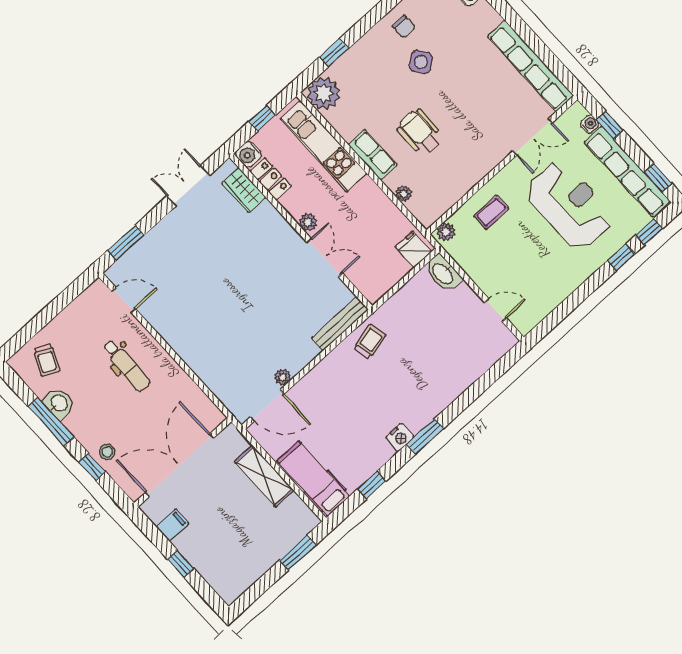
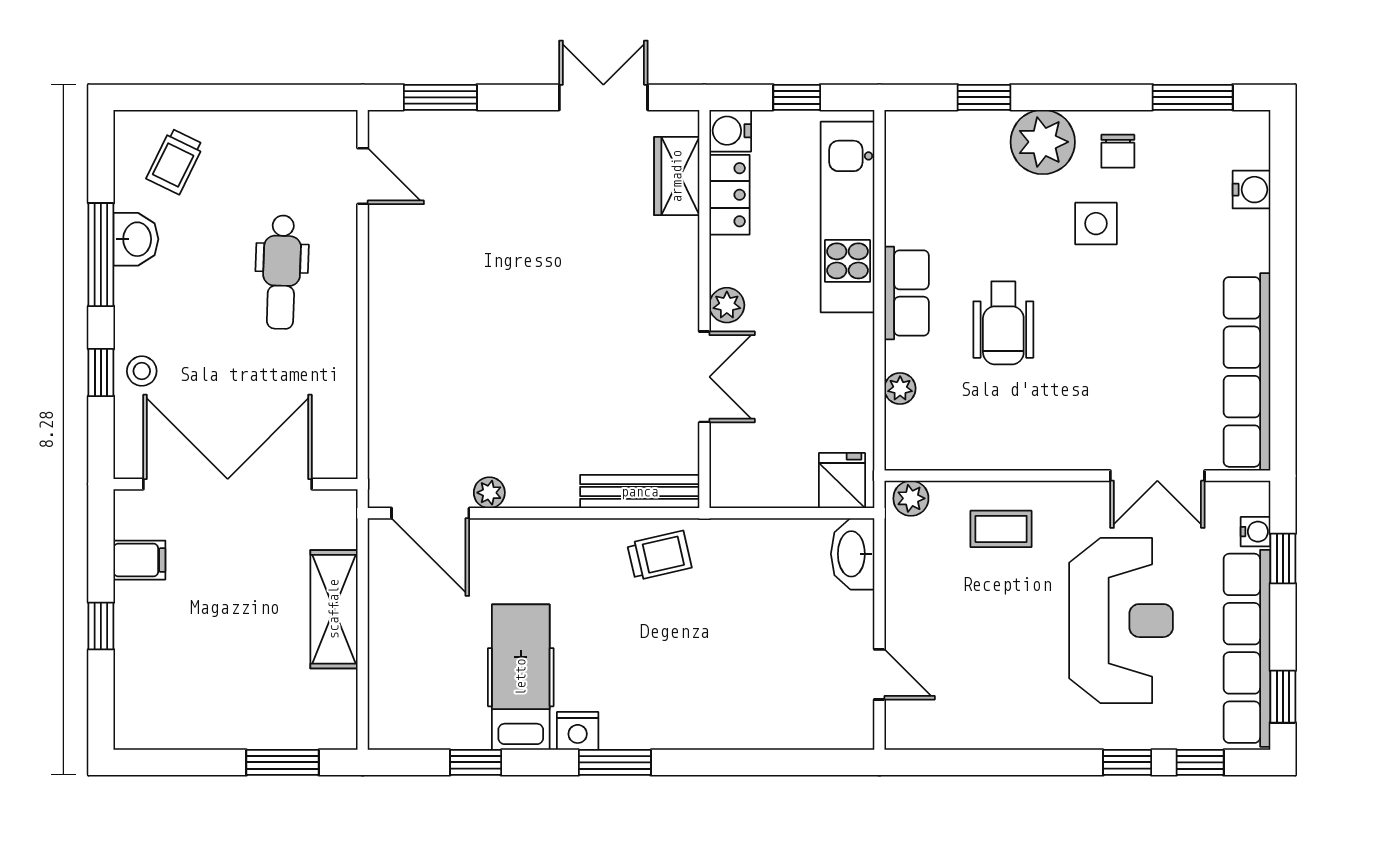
side table: (421, 62) -> (1096, 224), turned 36
plant: (324, 93) -> (1043, 142), moved
wheelchair: (420, 132) -> (1003, 323), turned 180
hospital bed: (313, 479) -> (521, 677), moved

